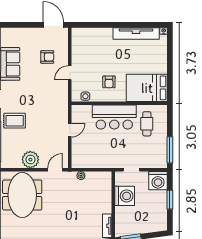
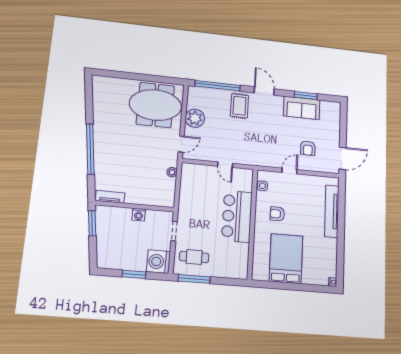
tv unit: (136, 33) -> (332, 211), moved
door: (70, 73) -> (290, 171), hinge flipped
bed: (147, 88) -> (286, 259), moved
cafe table: (147, 124) -> (194, 257), moved
door: (55, 170) -> (181, 144), hinge flipped
washing machine: (125, 196) -> (139, 215), width x0.53, depth x0.53

